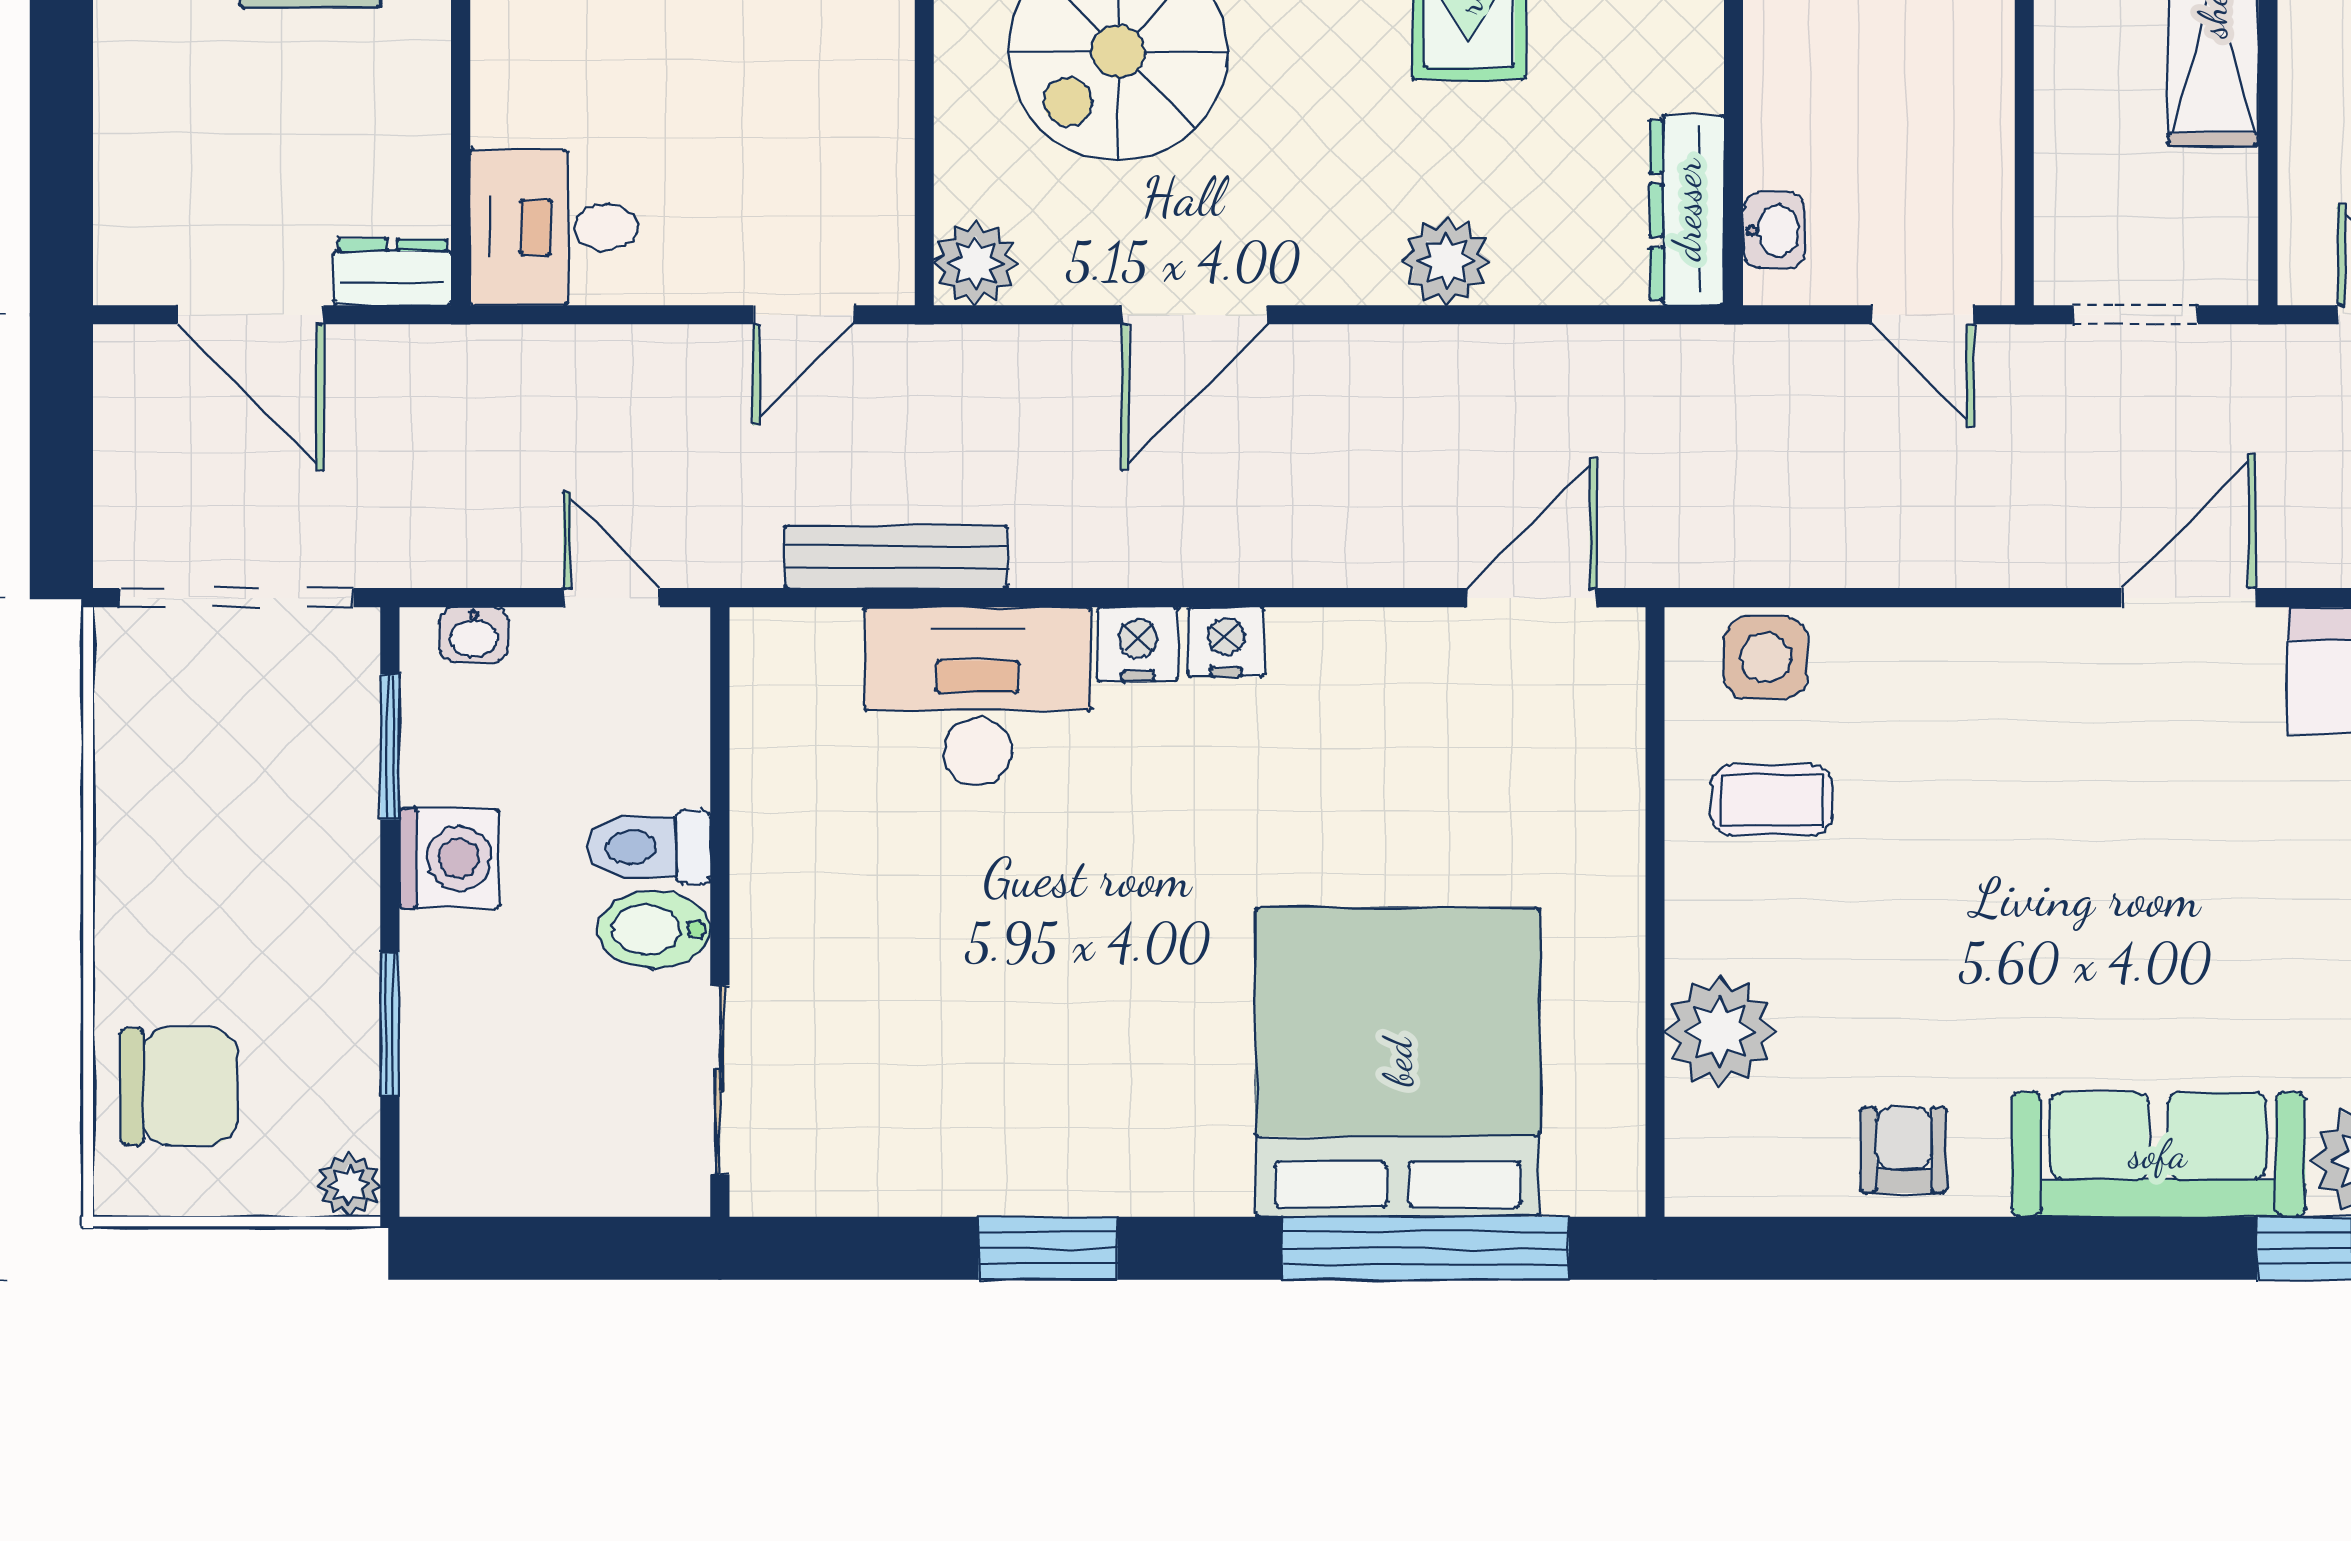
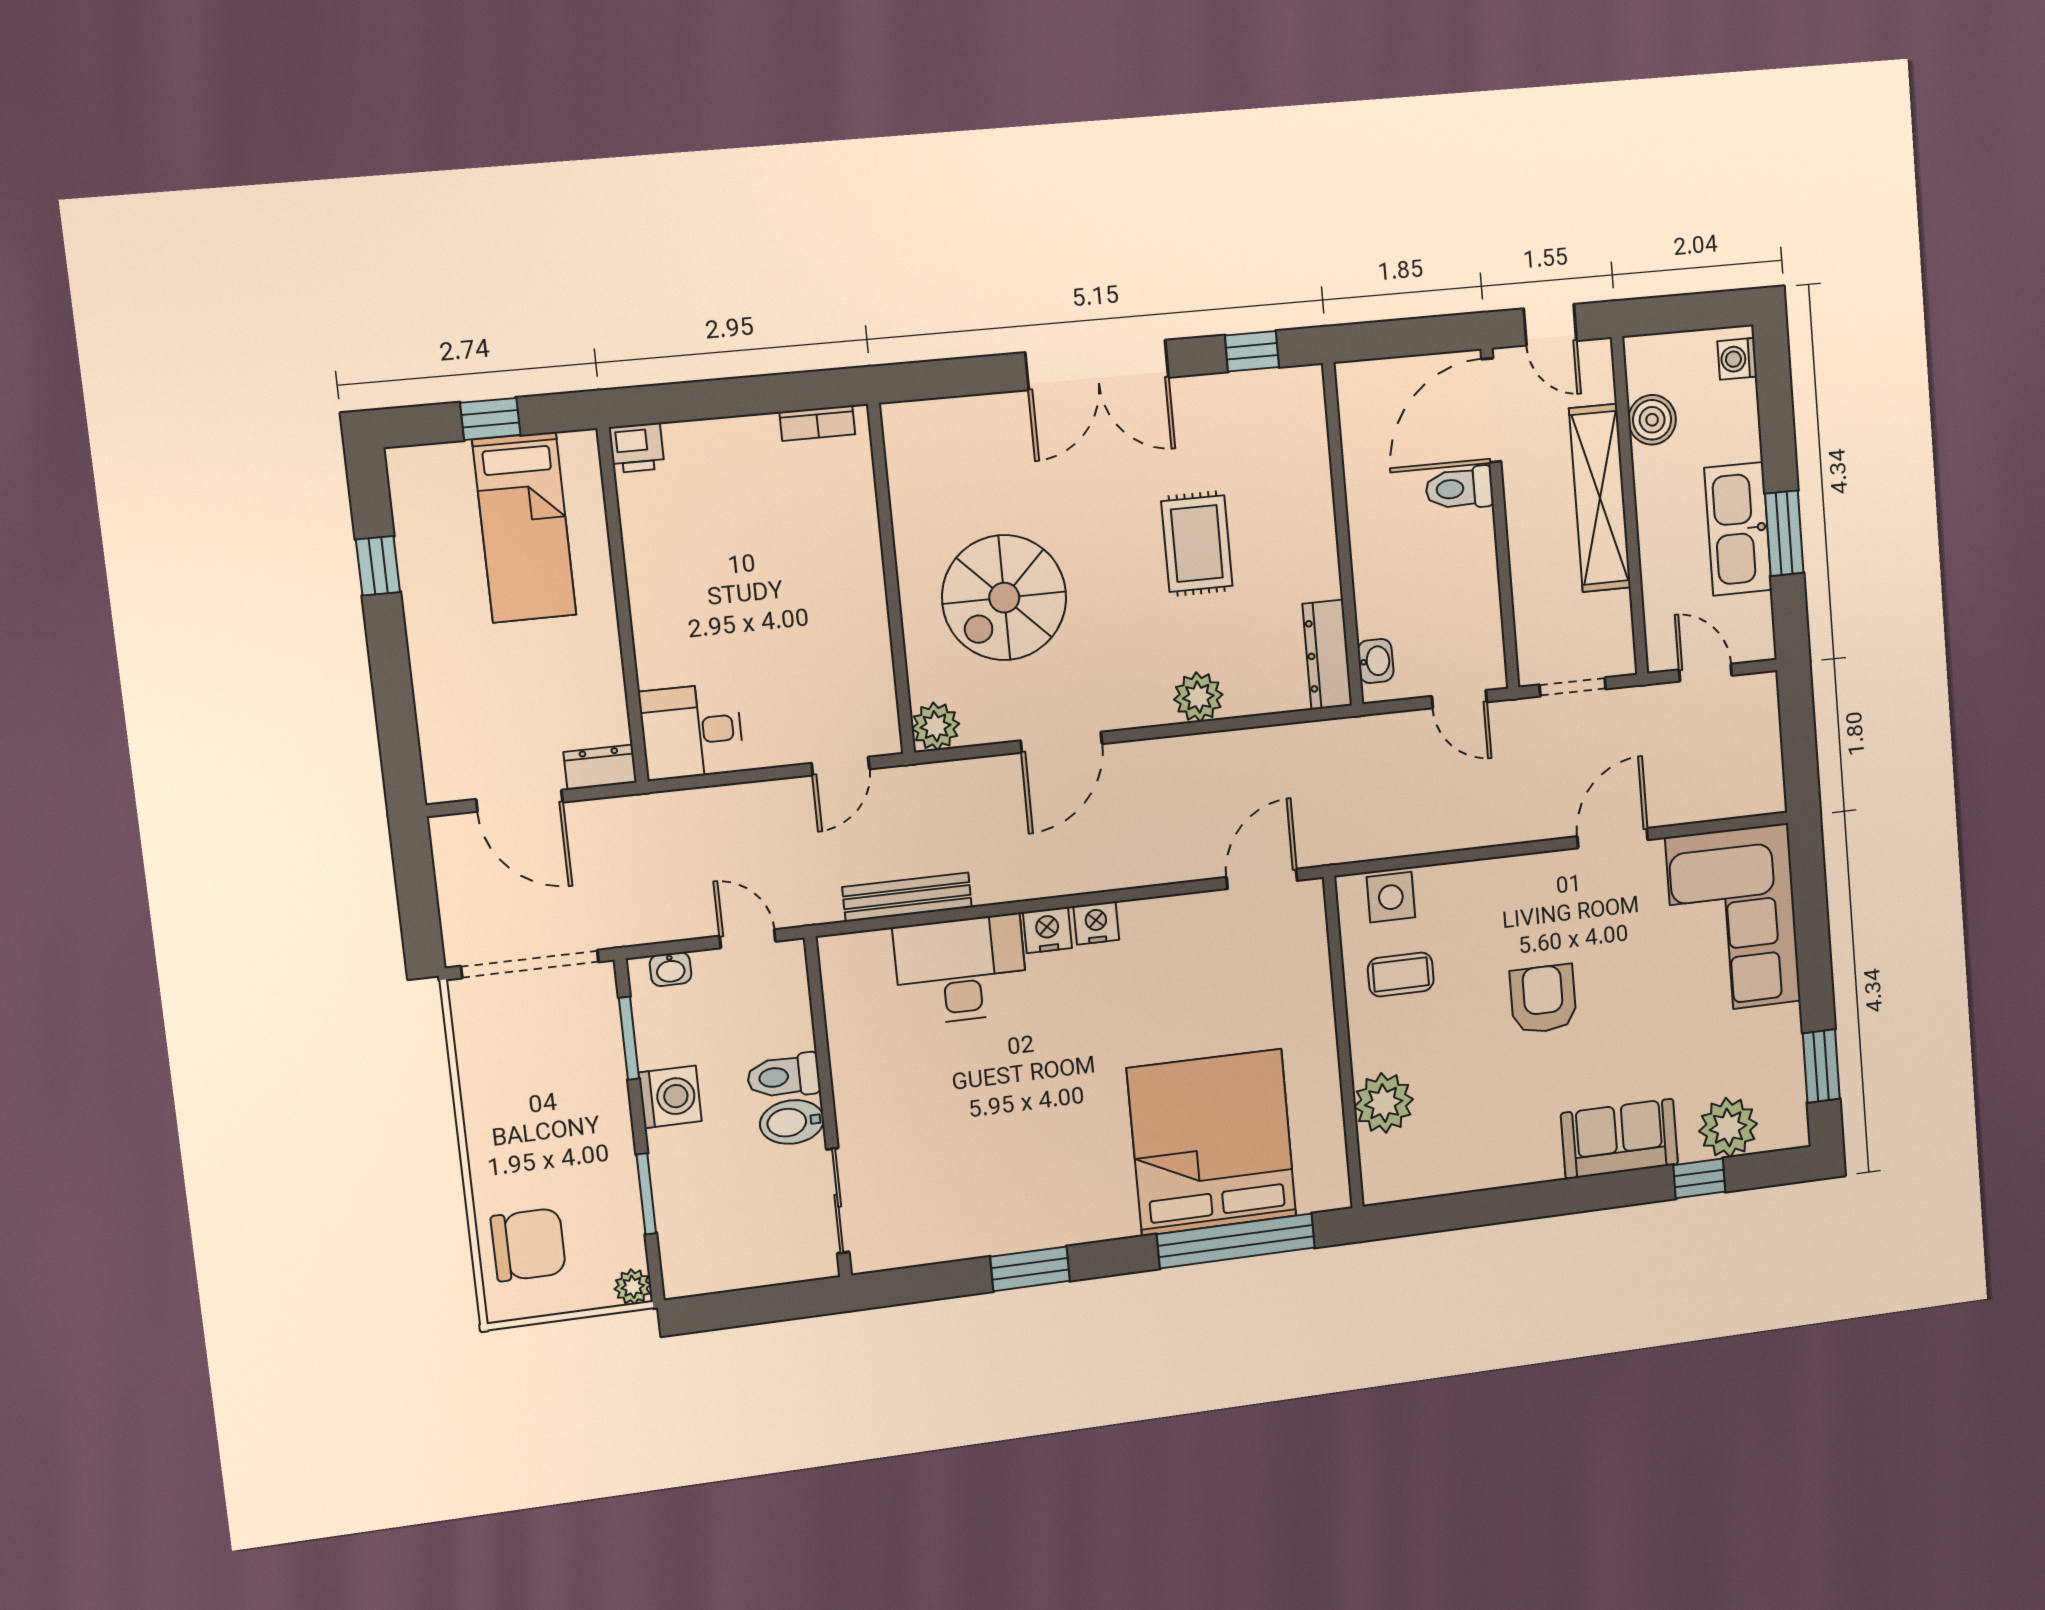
armchair: (1904, 1150) -> (1543, 999), moved, width x1.38, depth x1.38
sofa: (2158, 1154) -> (1620, 1139), width x0.73

